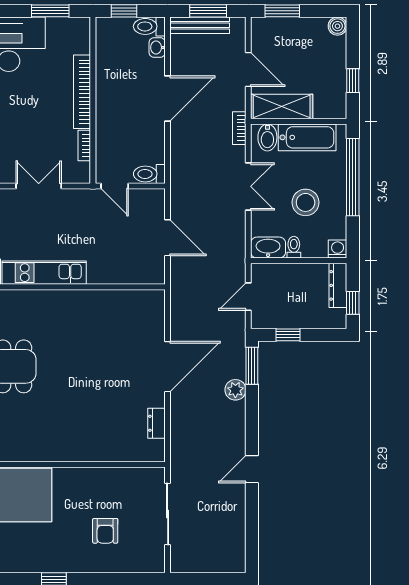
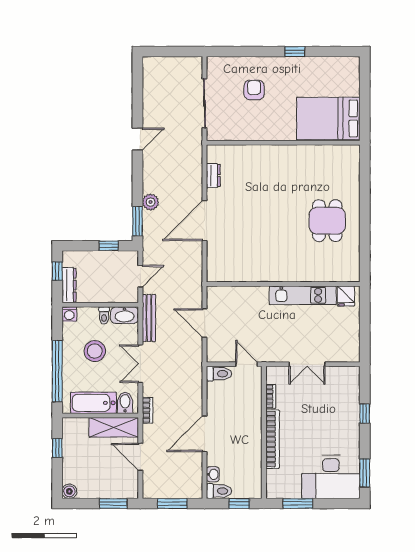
bench: (200, 25) -> (149, 318), moved, turned 90

